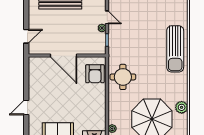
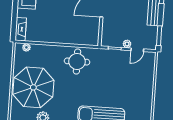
armchair: (95, 74) -> (82, 34), removed

